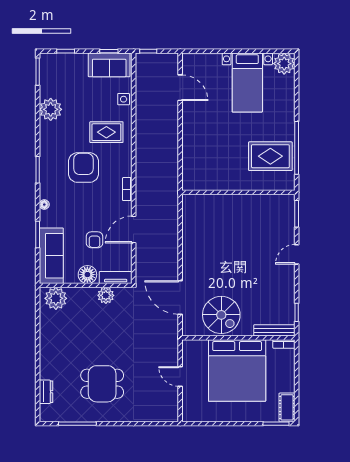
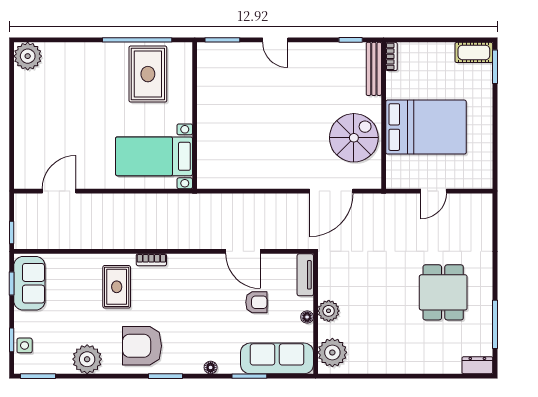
bed with nightstands: (247, 83) -> (154, 156), moved, turned 180
side table: (124, 99) -> (25, 345), moved
armchair: (84, 168) -> (142, 346), moved
bookcase: (127, 189) -> (151, 260), moved
floor lamp: (87, 275) -> (307, 317), width x0.53, depth x0.53
plant: (106, 295) -> (329, 311), moved
bed: (237, 371) -> (426, 127), width x0.73
dresser: (46, 392) -> (477, 365), moved

